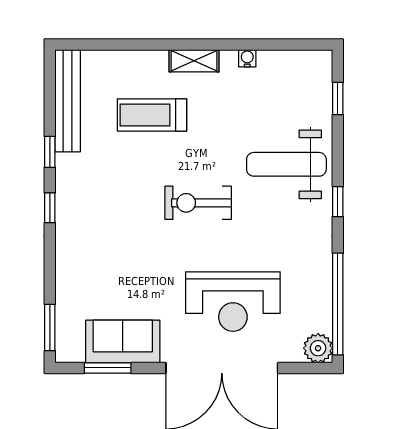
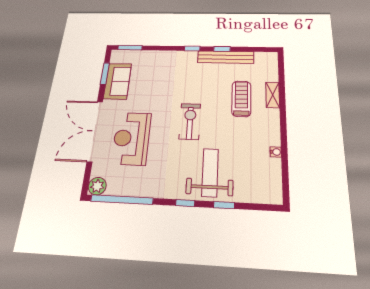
shelving: (194, 61) -> (273, 95), moved
window: (338, 99) -> (224, 205), moved
bench: (68, 101) -> (226, 57), moved

